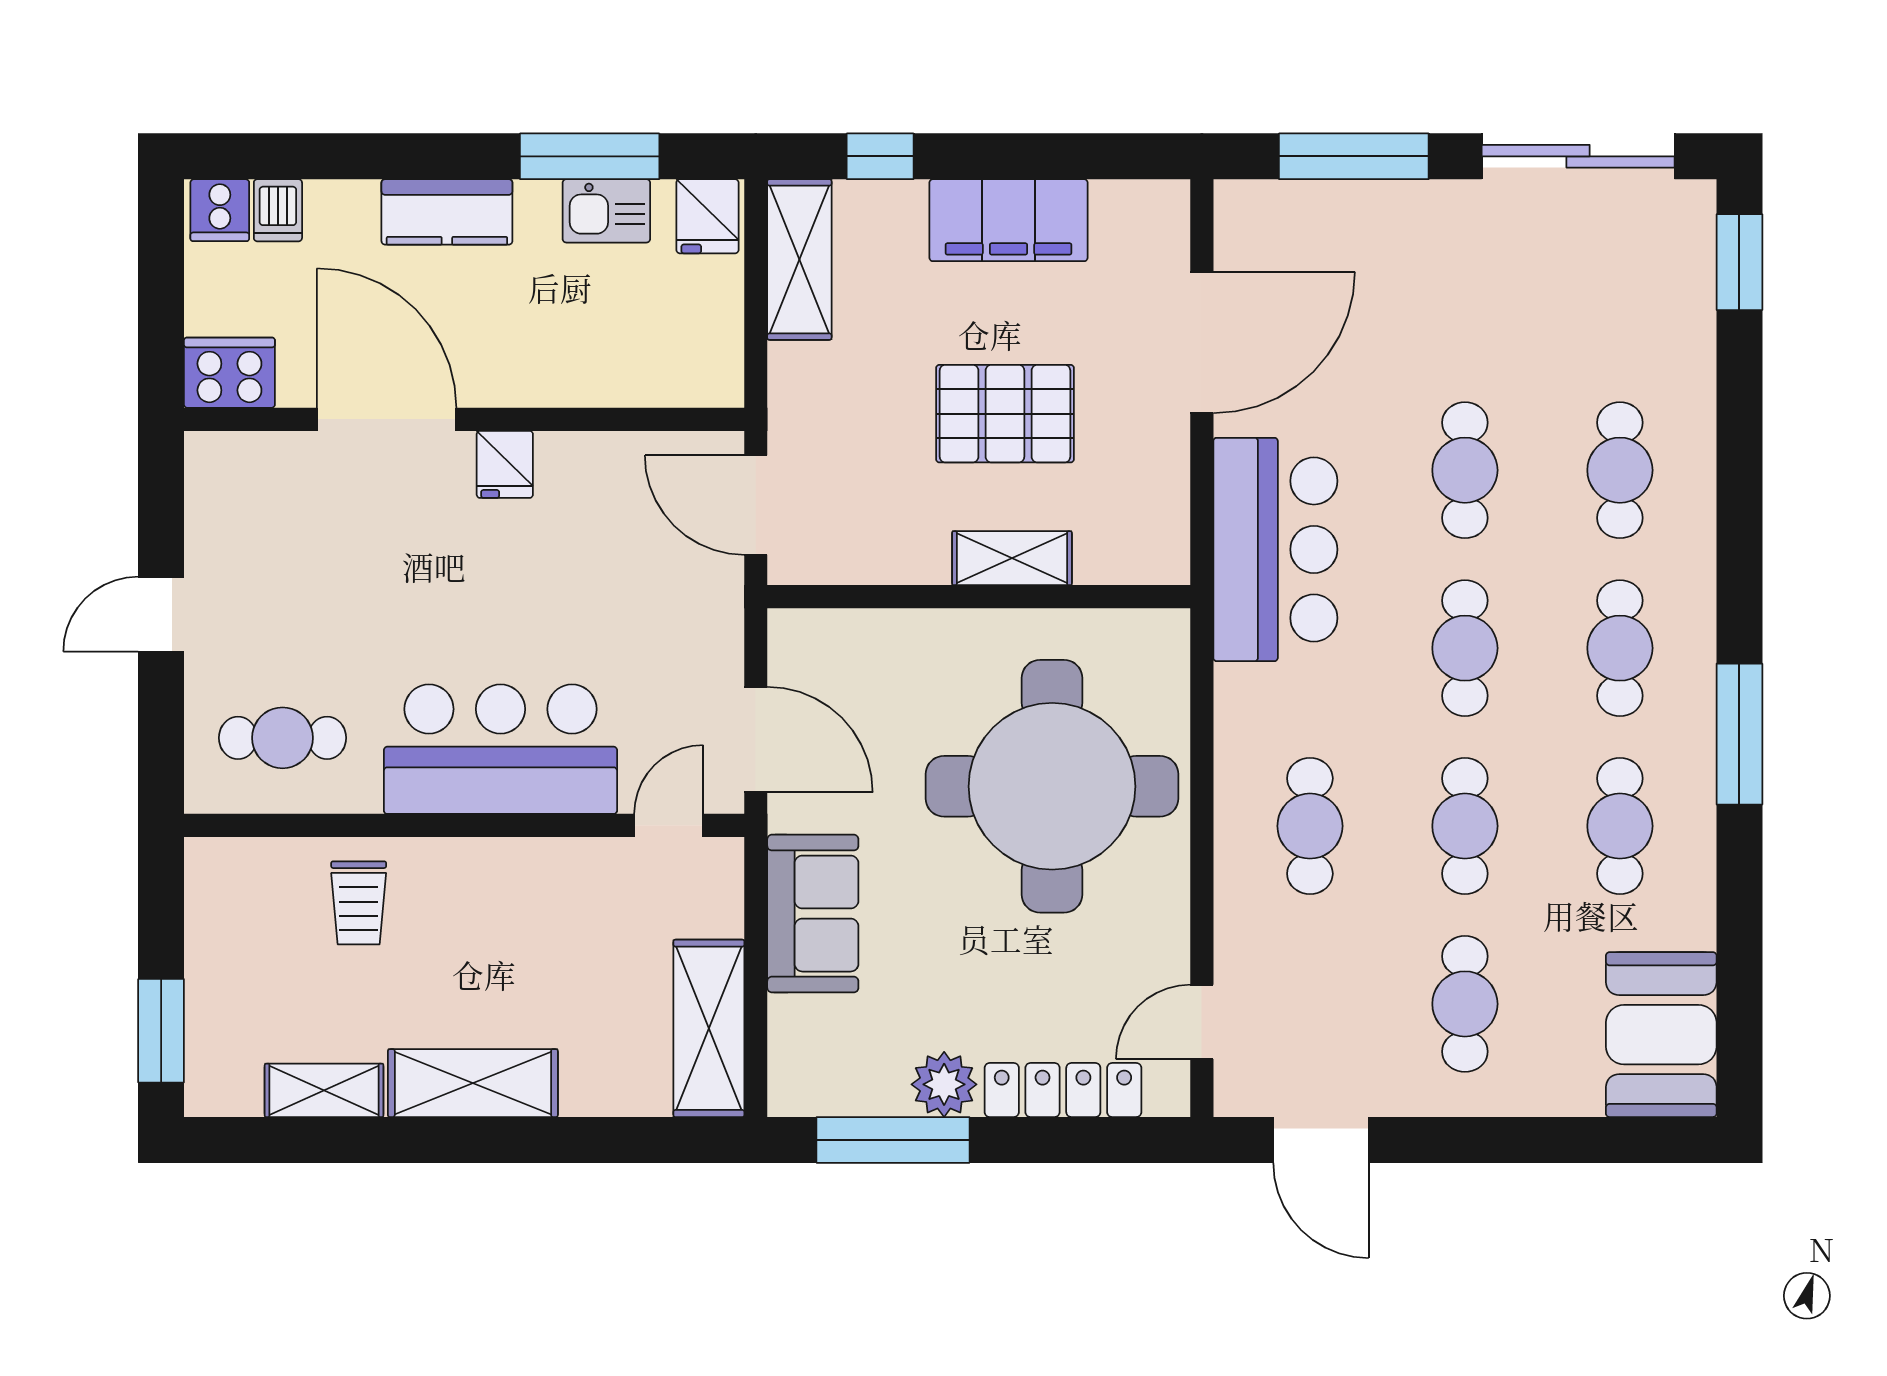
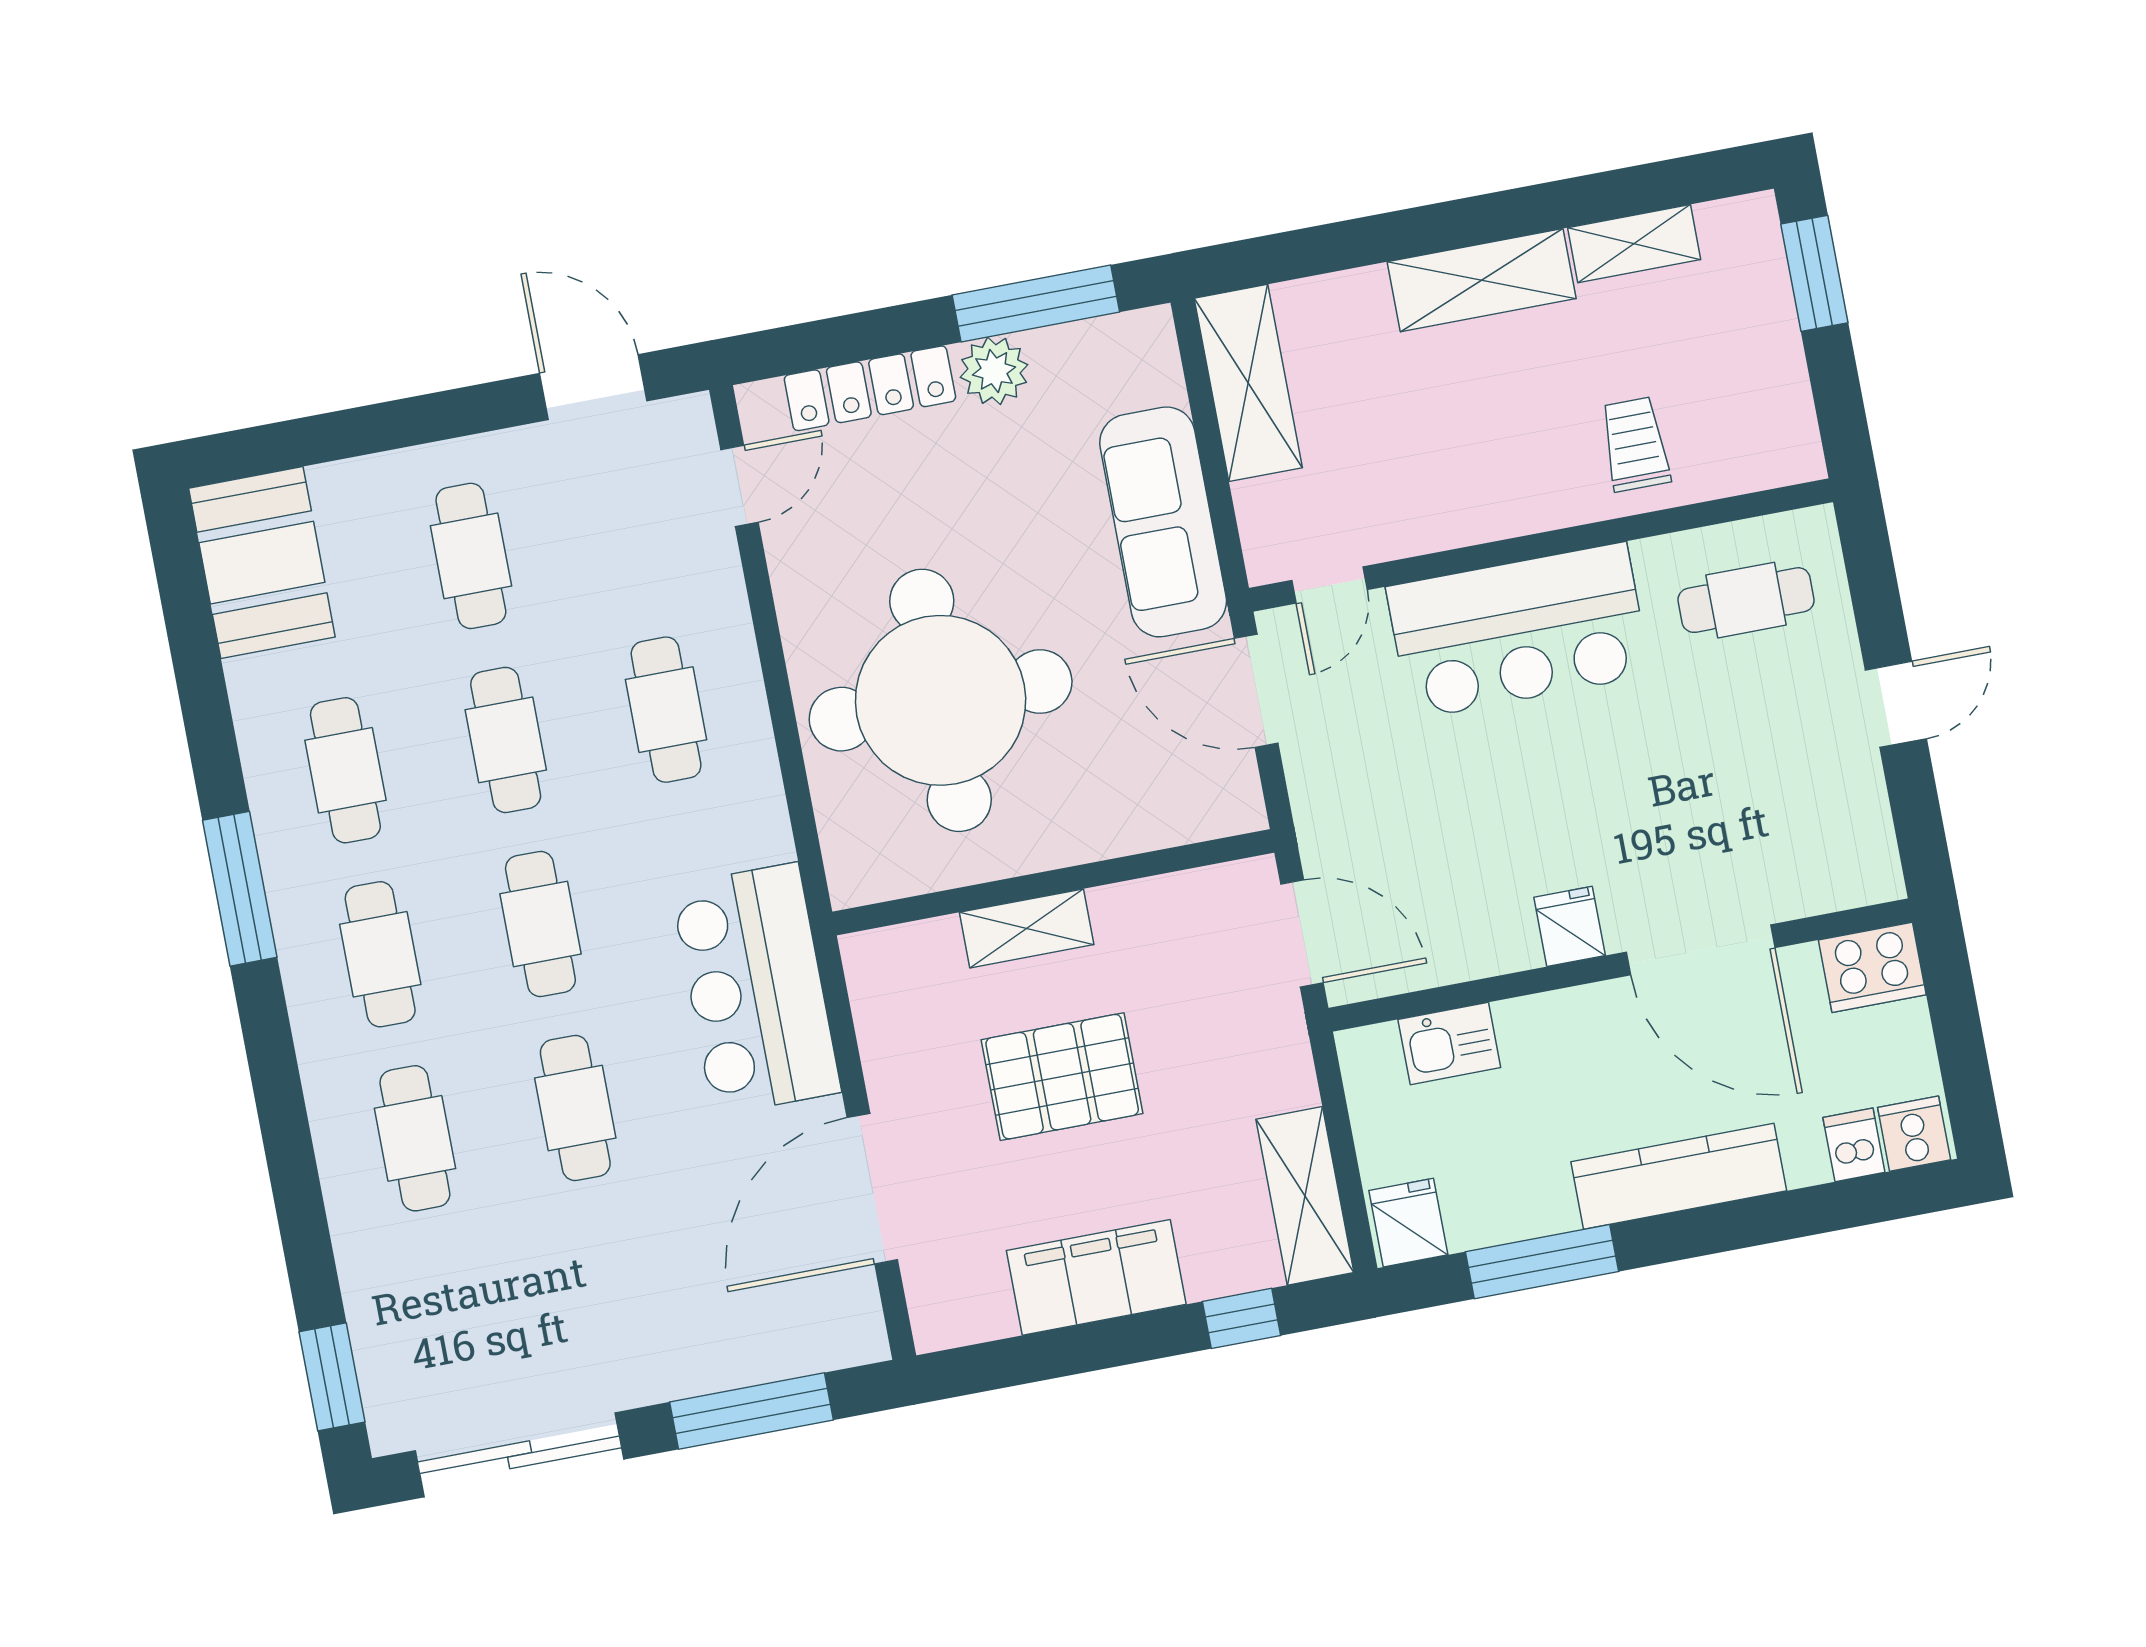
kitchen sink: (606, 211) -> (1449, 1044), moved, turned 180
kitchen counter: (447, 212) -> (1679, 1176), width x1.50
sofa: (813, 914) -> (1163, 522), width x1.36

